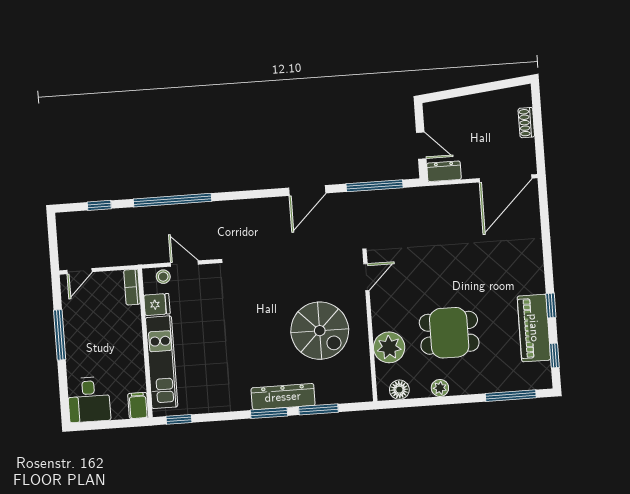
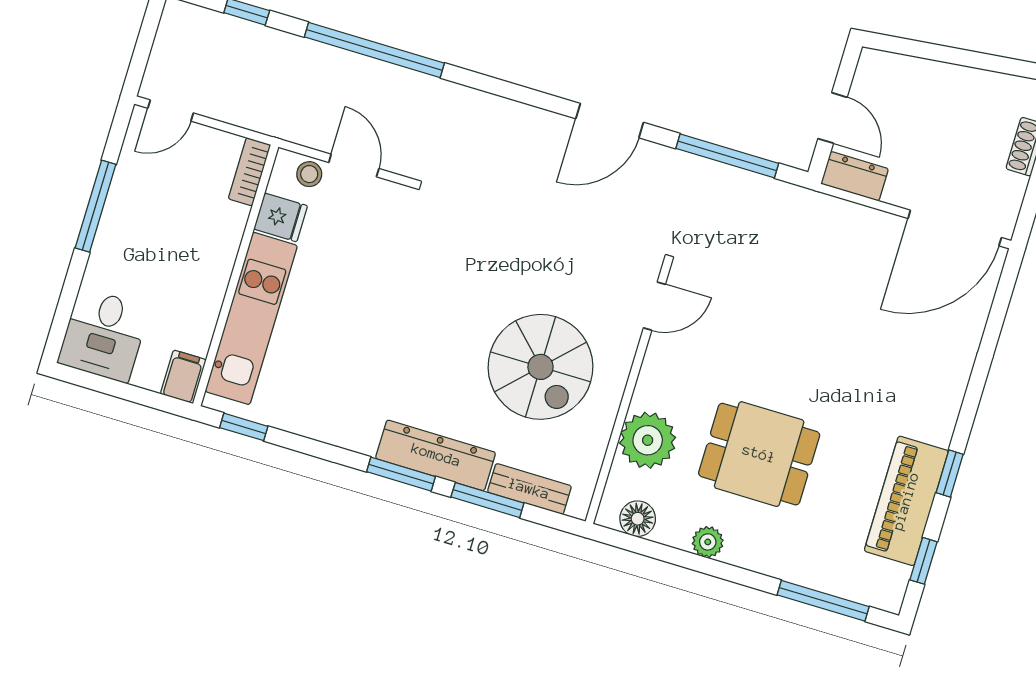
bench: (338, 396) -> (529, 489), added

